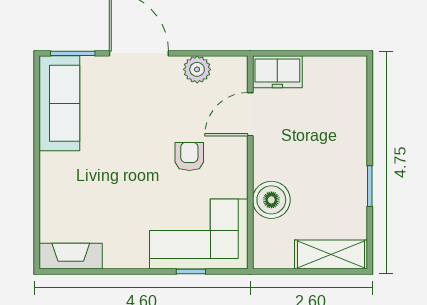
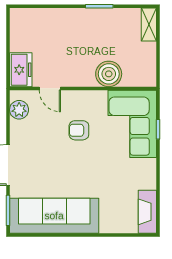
plant: (197, 69) -> (19, 110), moved
sofa: (59, 103) -> (54, 216), width x1.36, depth x1.27
door: (250, 114) -> (50, 88), width x0.73
shelving: (331, 255) -> (149, 25), width x0.67, depth x0.75

